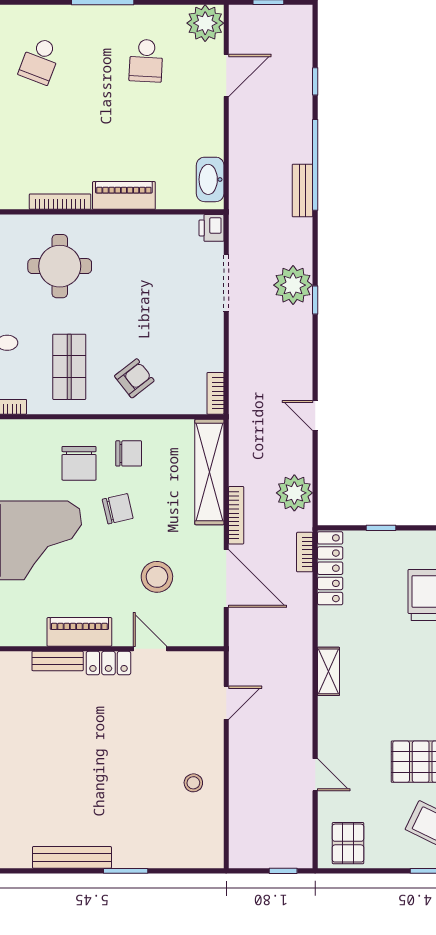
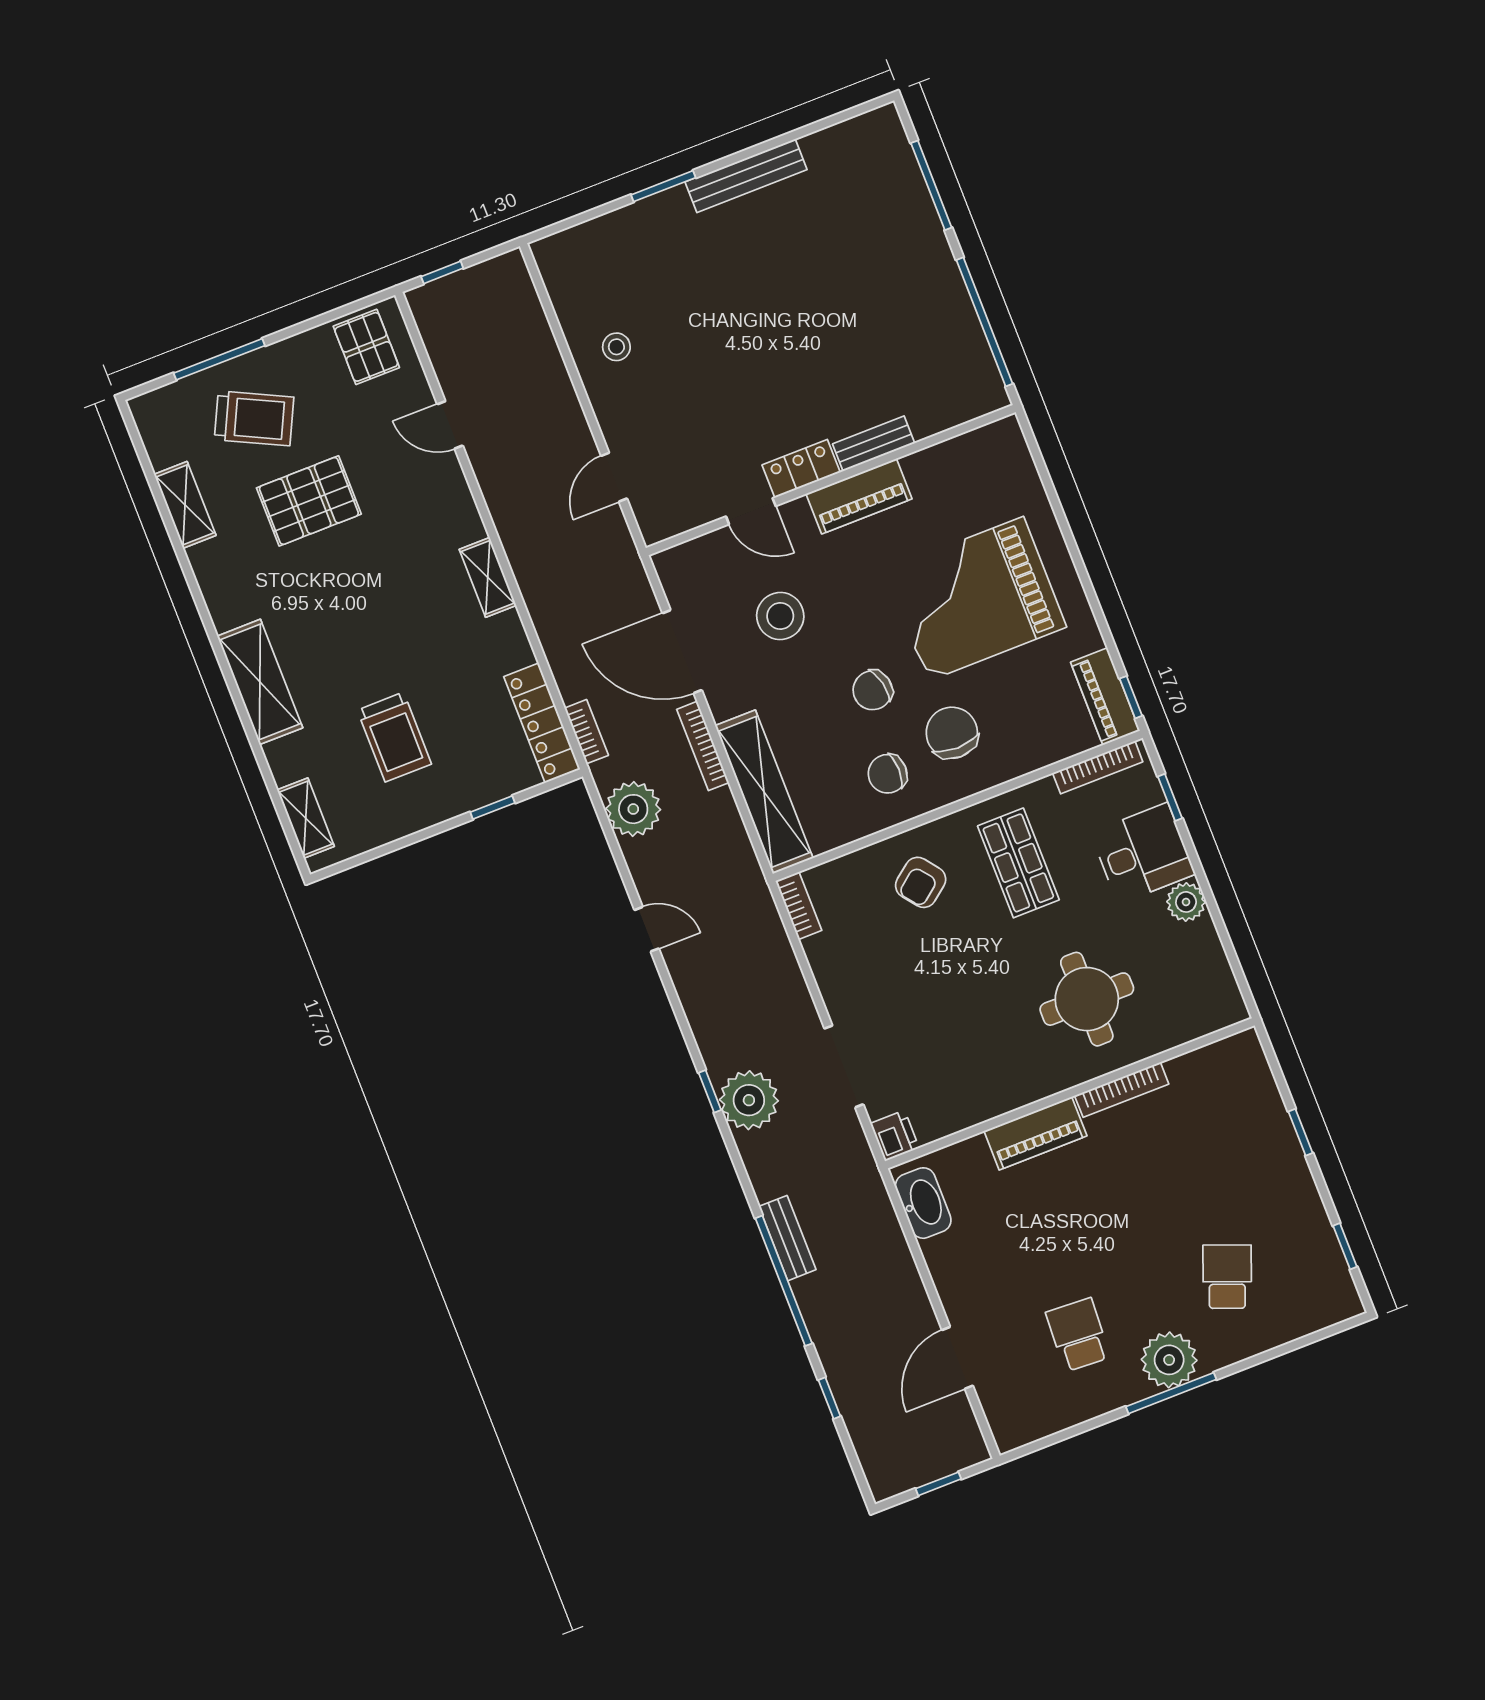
plant: (205, 23) -> (1169, 1360), moved

